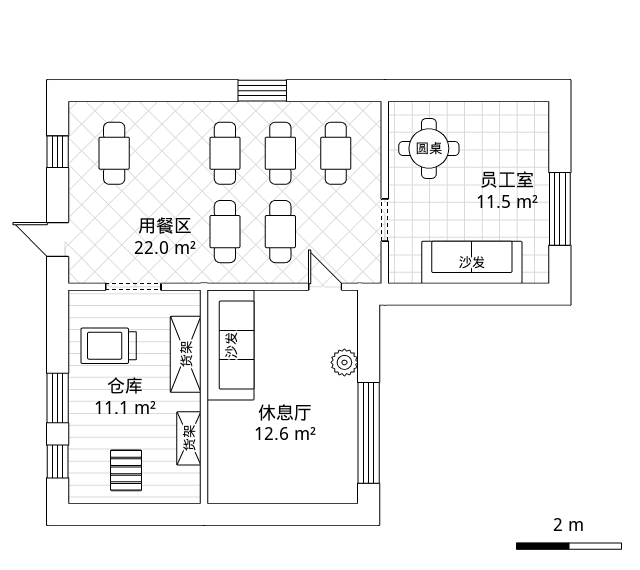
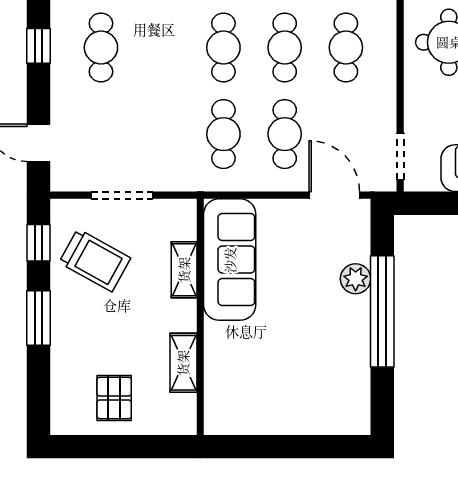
doorway: (385, 220) -> (400, 156), moved
door: (325, 287) -> (334, 195), width x1.38
trolley: (109, 346) -> (95, 260), turned -151
shelving: (186, 354) -> (184, 270), width x0.67, depth x0.75
window: (369, 433) -> (382, 311), moved
window: (58, 462) -> (39, 243), moved

